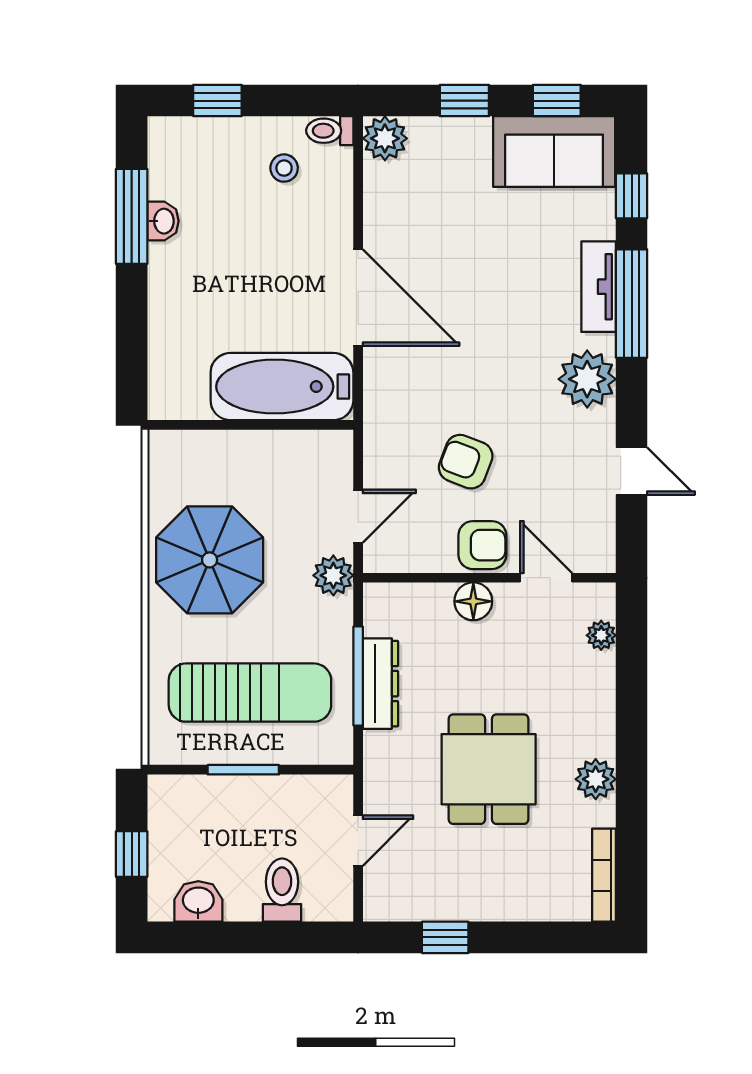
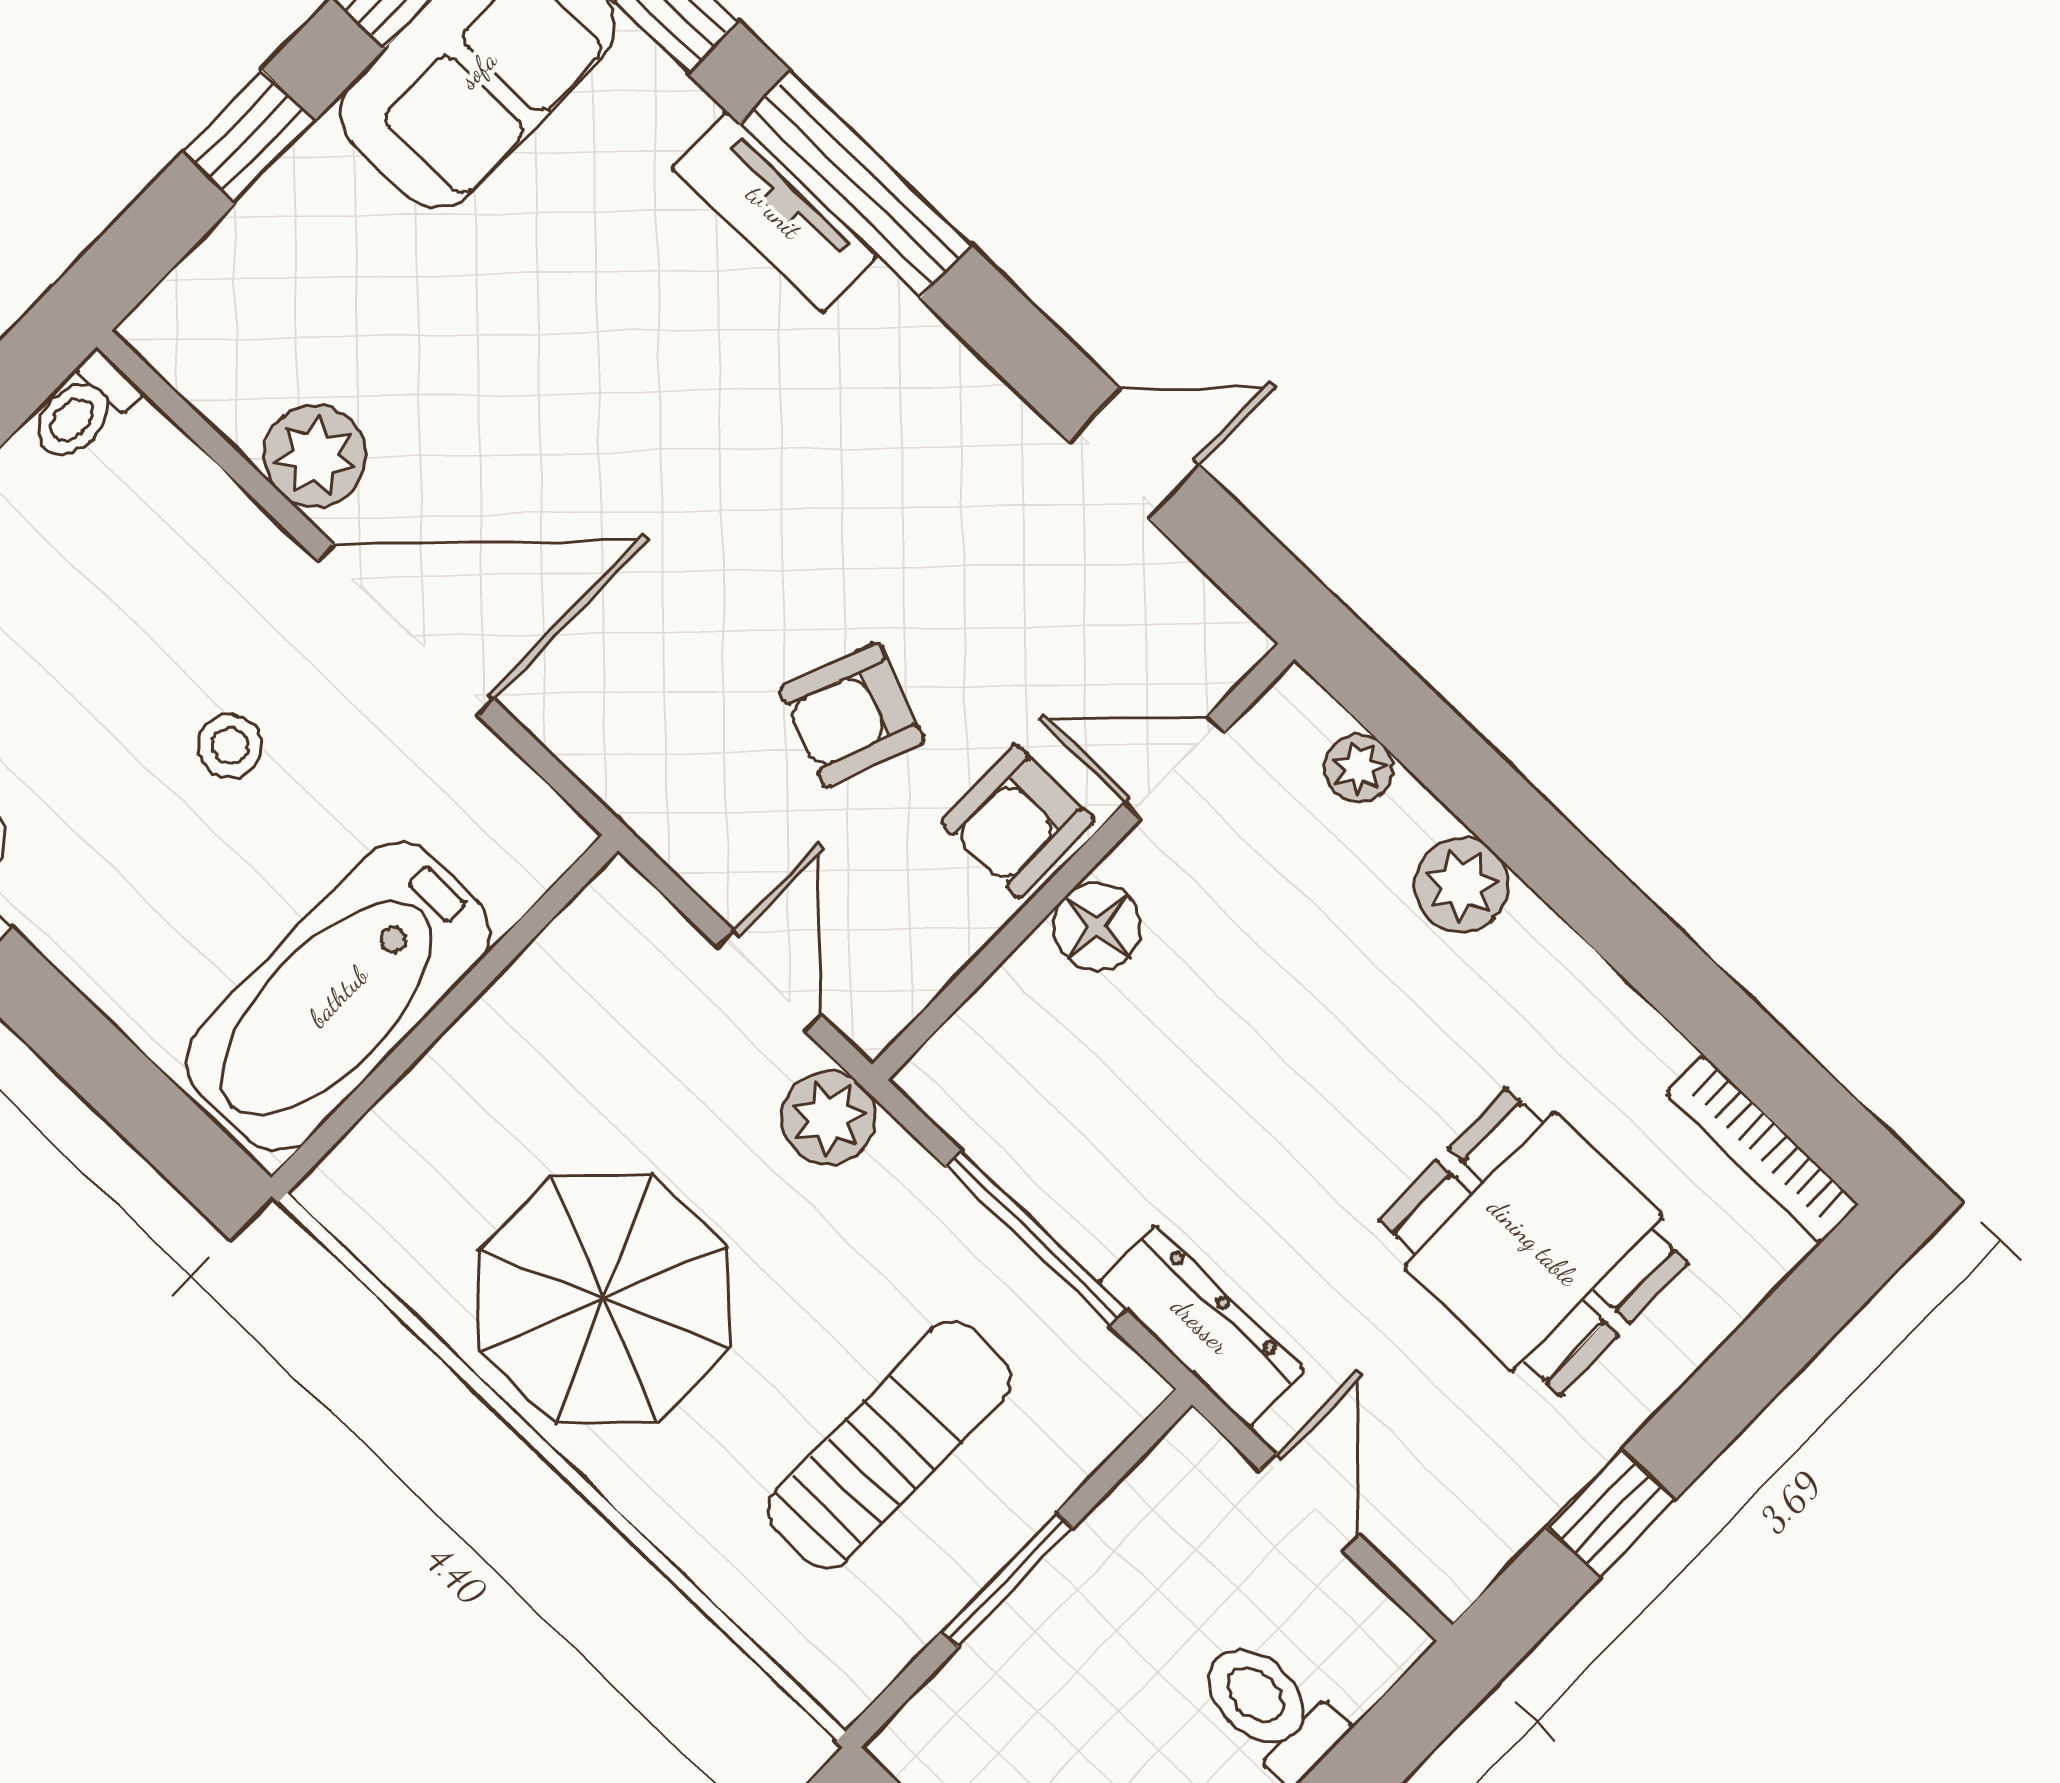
plant: (385, 138) -> (315, 456), moved
stool: (284, 168) -> (230, 746), moved
plant: (587, 379) -> (910, 380), removed
bathtub: (282, 387) -> (338, 996), moved
armchair: (482, 545) -> (1018, 821), turned 180
dresser: (380, 684) -> (1201, 1326), moved
sun lounger: (250, 693) -> (890, 1445), width x0.73, depth x0.75
dining table: (489, 769) -> (1533, 1242), moved
plant: (596, 779) -> (1462, 885), moved

